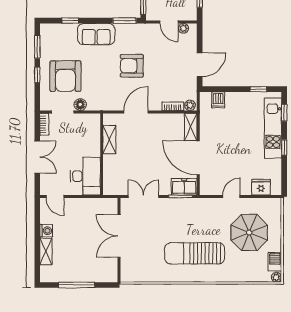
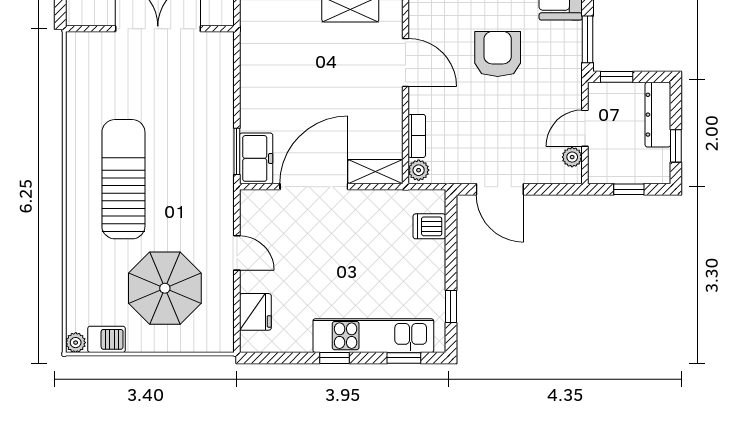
double door: (143, 196) -> (237, 77), removed

